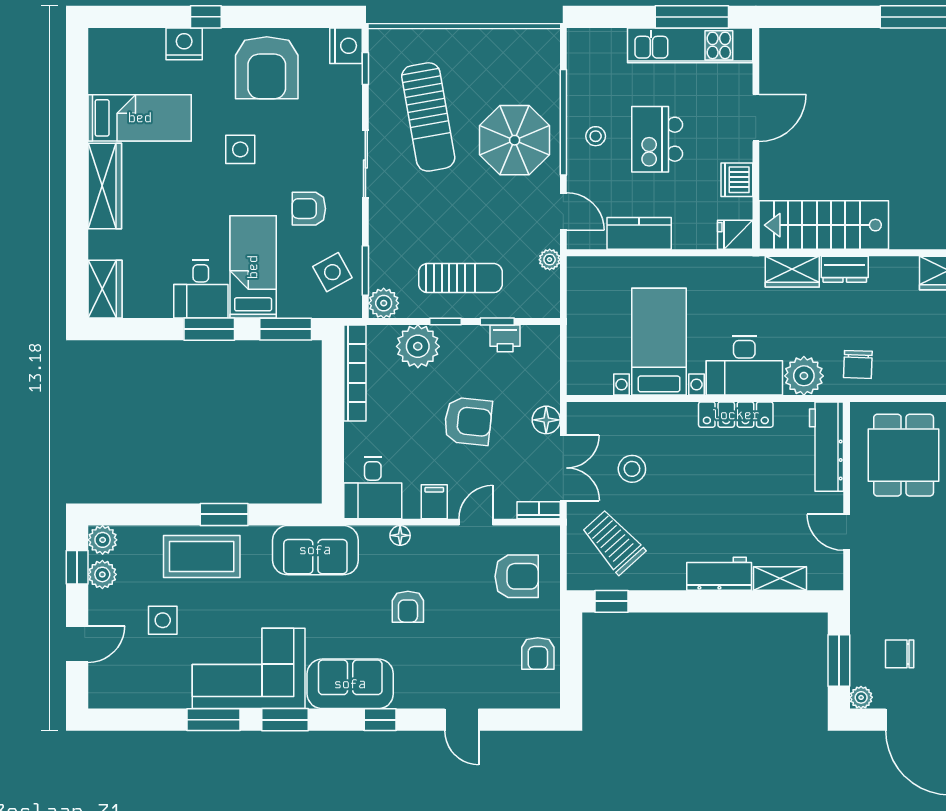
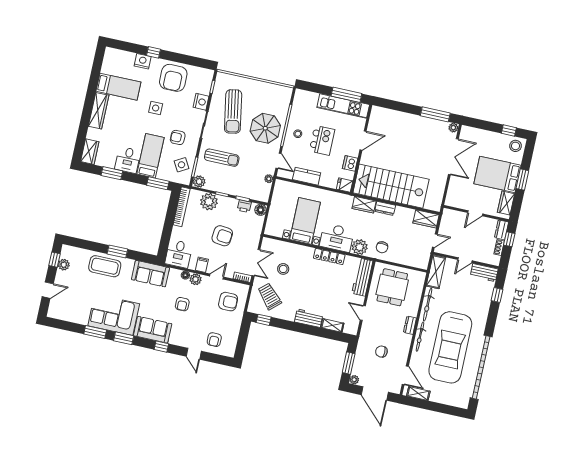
nightstand: (346, 46) -> (201, 102), moved
kitchen island: (657, 139) -> (322, 140), turned 180
stairs: (824, 225) -> (391, 186), width x1.36, depth x1.51
sun lounger: (460, 278) -> (222, 158), moved
window: (209, 329) -> (112, 173), moved
floor lamp: (546, 420) -> (261, 210), moved
plant: (103, 540) -> (196, 279), moved
side table: (163, 620) -> (84, 288), removed
armchair: (538, 653) -> (214, 340), moved
chair: (900, 654) -> (381, 352), moved

